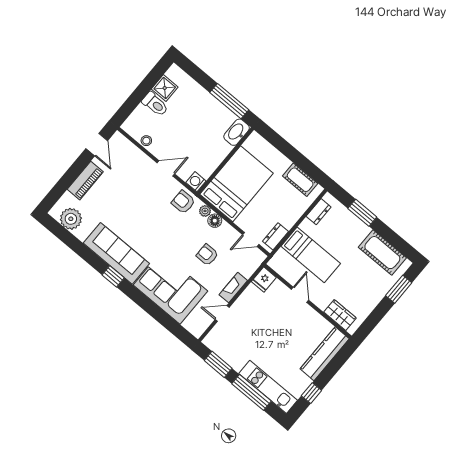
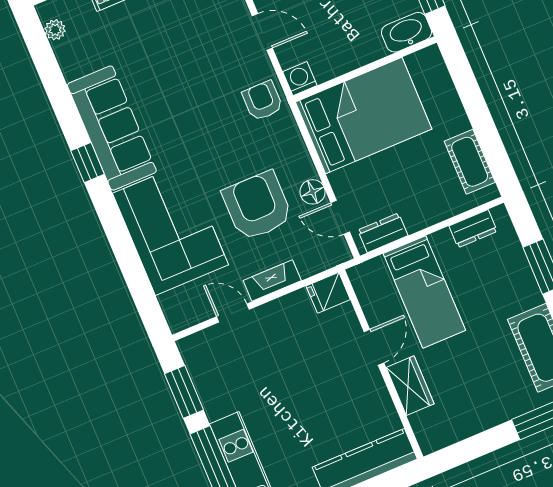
plant: (205, 211) -> (290, 133), removed
plant: (71, 219) -> (55, 30), width x0.53, depth x0.53
floor lamp: (215, 221) -> (313, 192), moved
armchair: (207, 255) -> (257, 206), width x1.88, depth x1.88
wardrobe: (340, 315) -> (410, 386), moved

